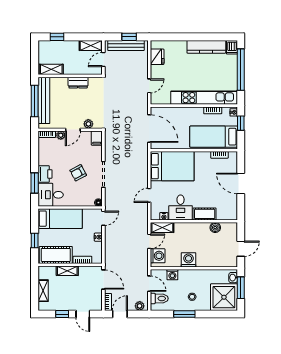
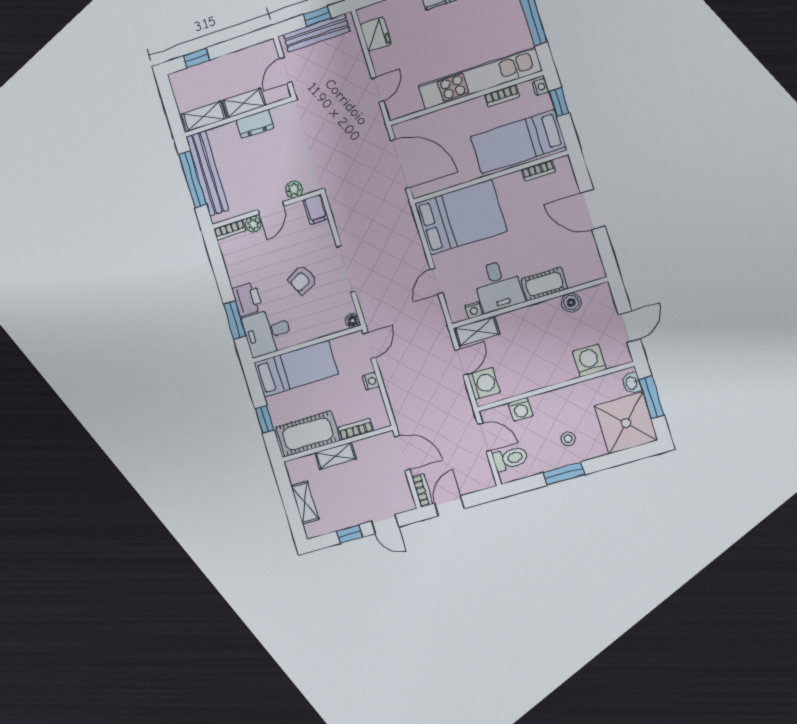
shelving: (91, 46) -> (244, 103), moved
washing machine: (189, 260) -> (589, 360), moved
plant: (140, 306) -> (480, 482), removed

